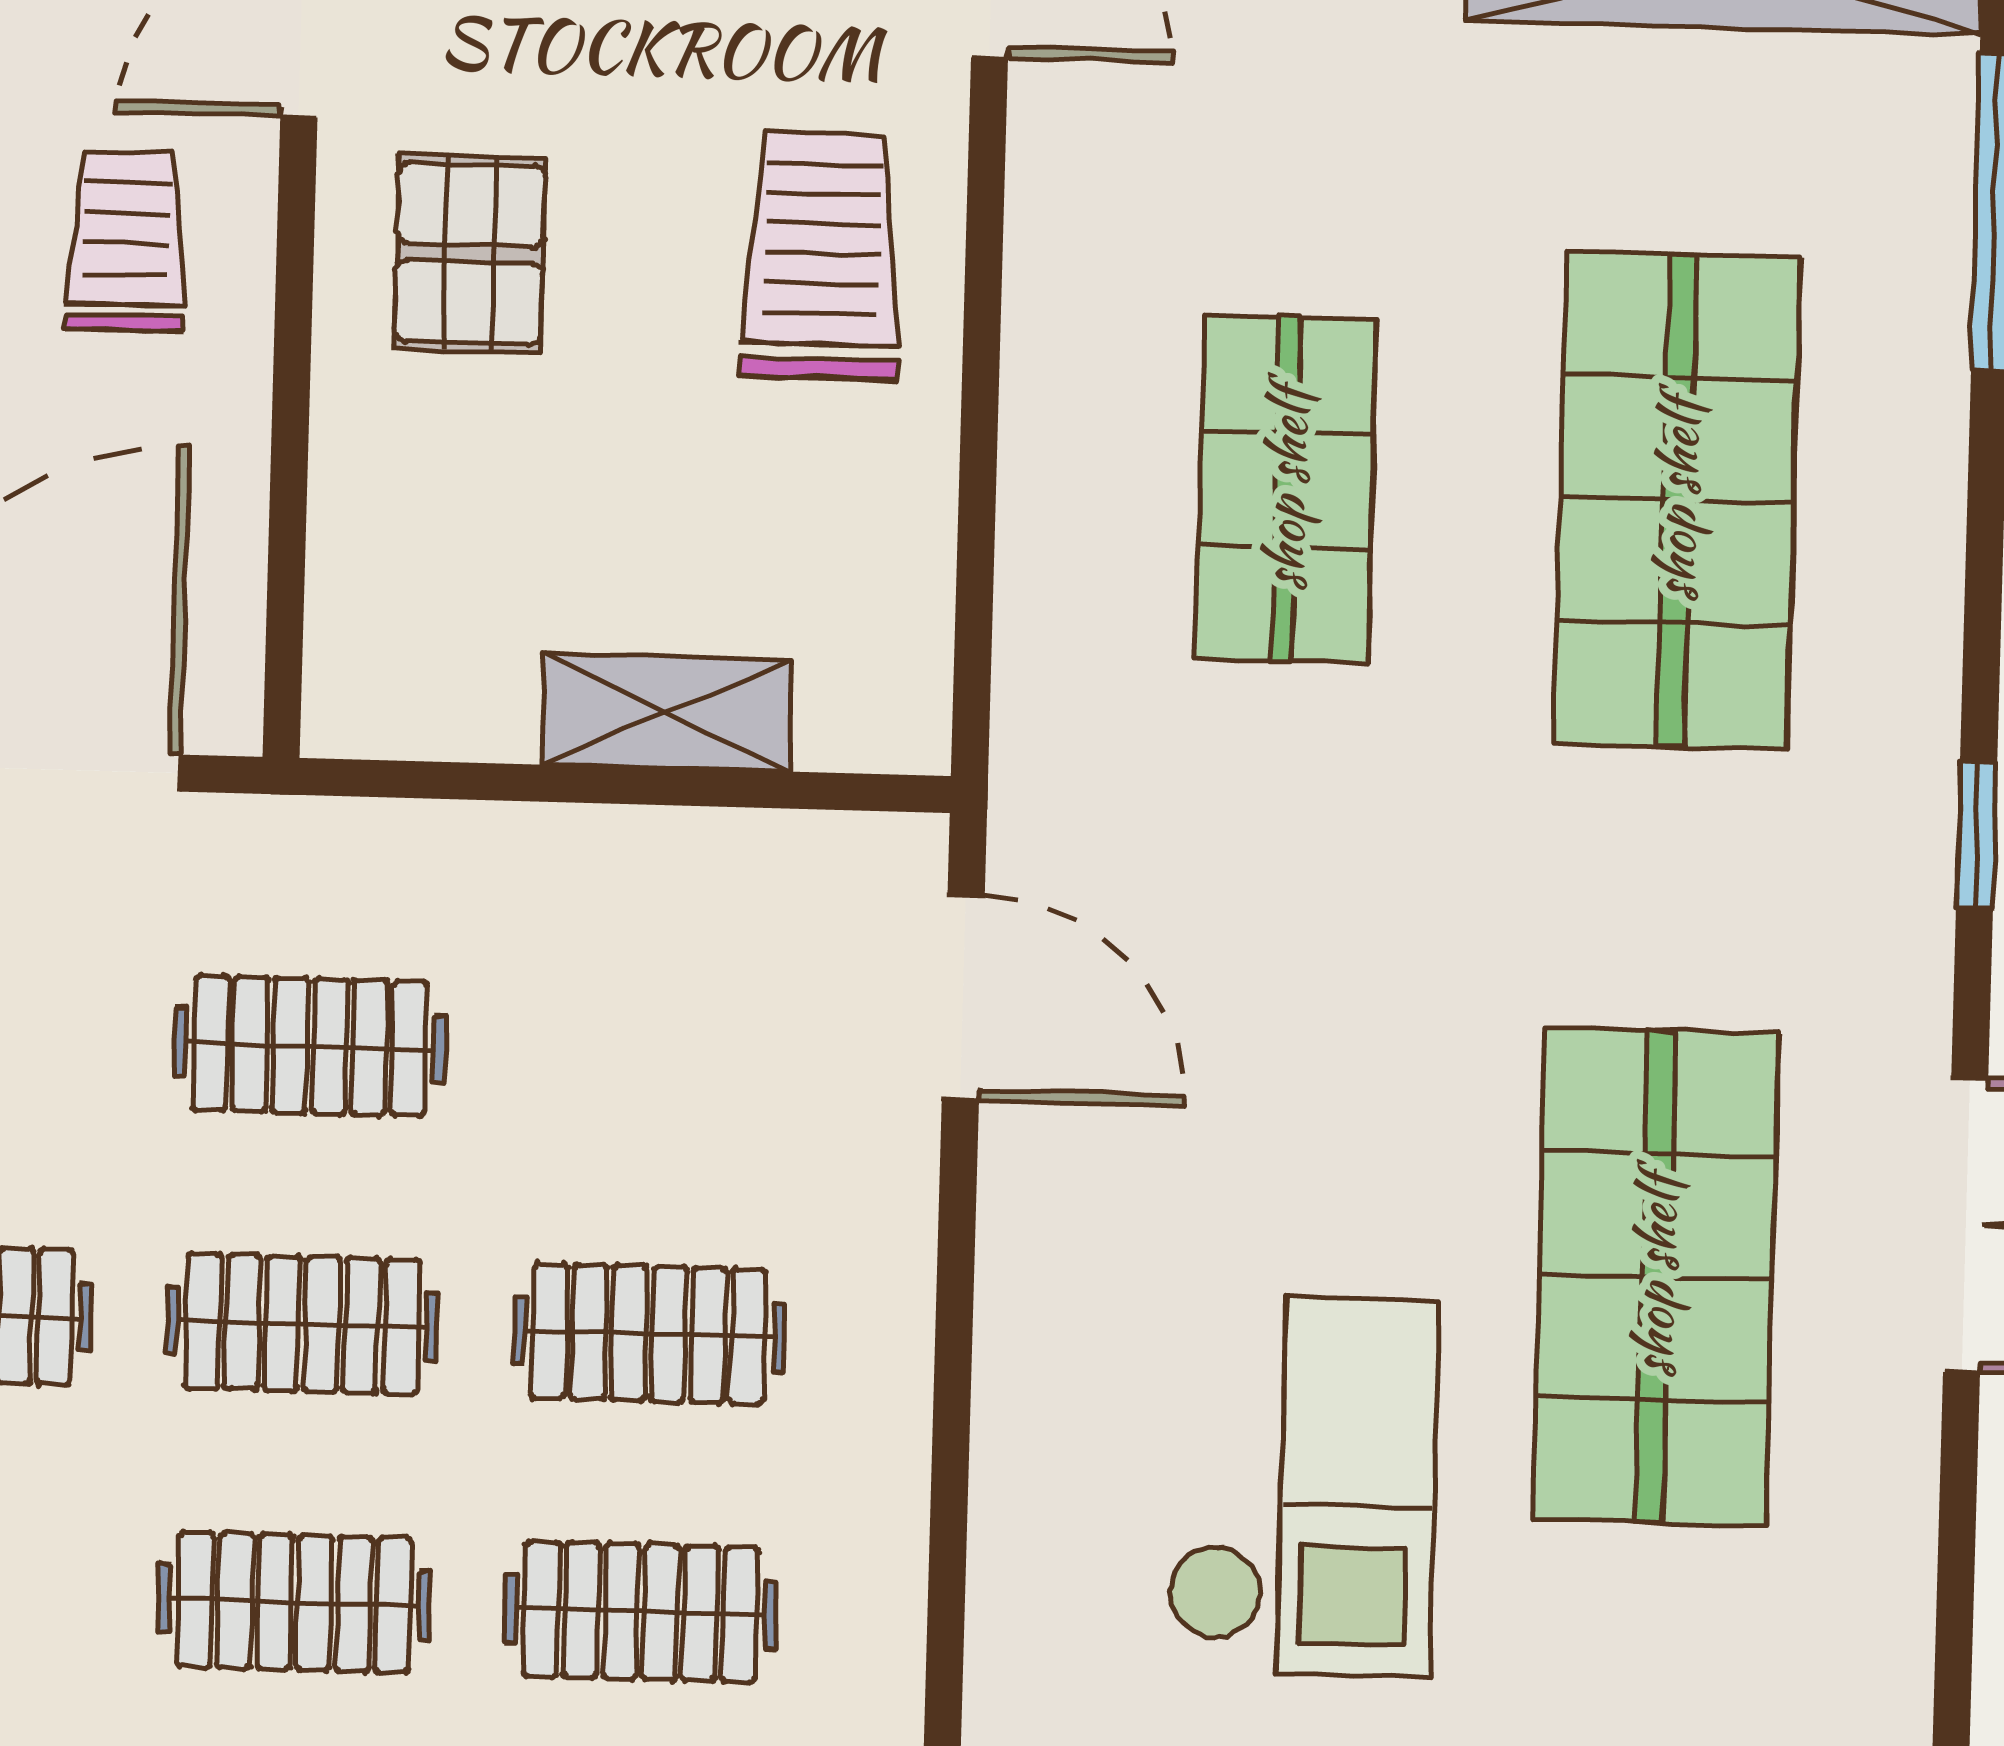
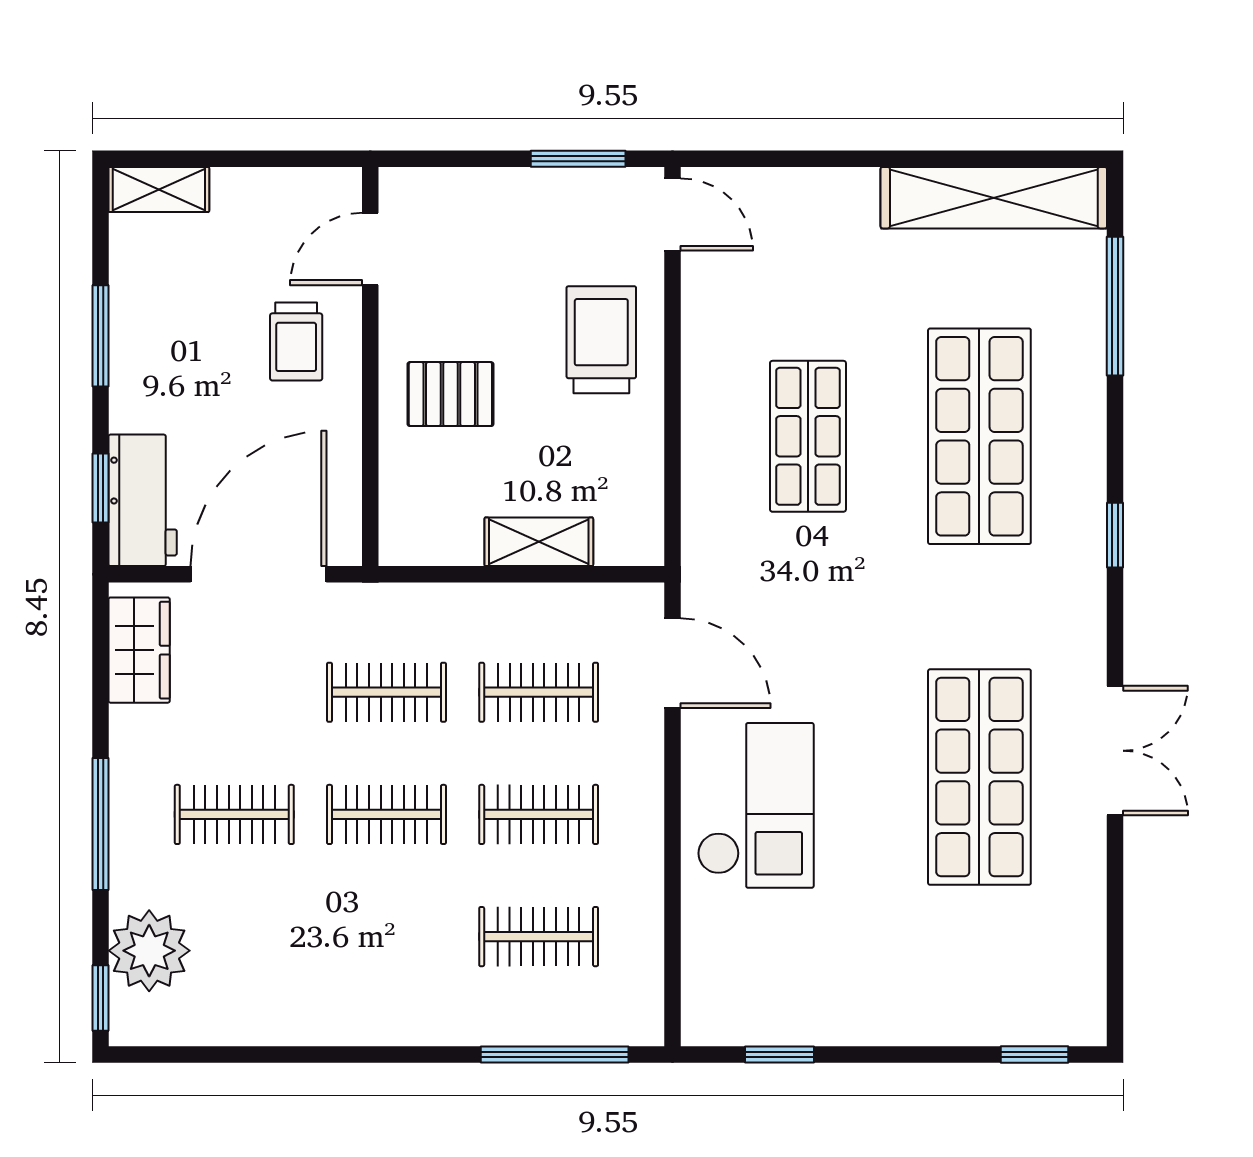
trolley: (126, 241) -> (296, 341), turned 180
pallet: (470, 254) -> (450, 394), moved, turned 90
window: (1977, 834) -> (1115, 535), moved
checkout: (1303, 1485) -> (756, 805), moved
clothes rail: (294, 1602) -> (539, 692), moved

